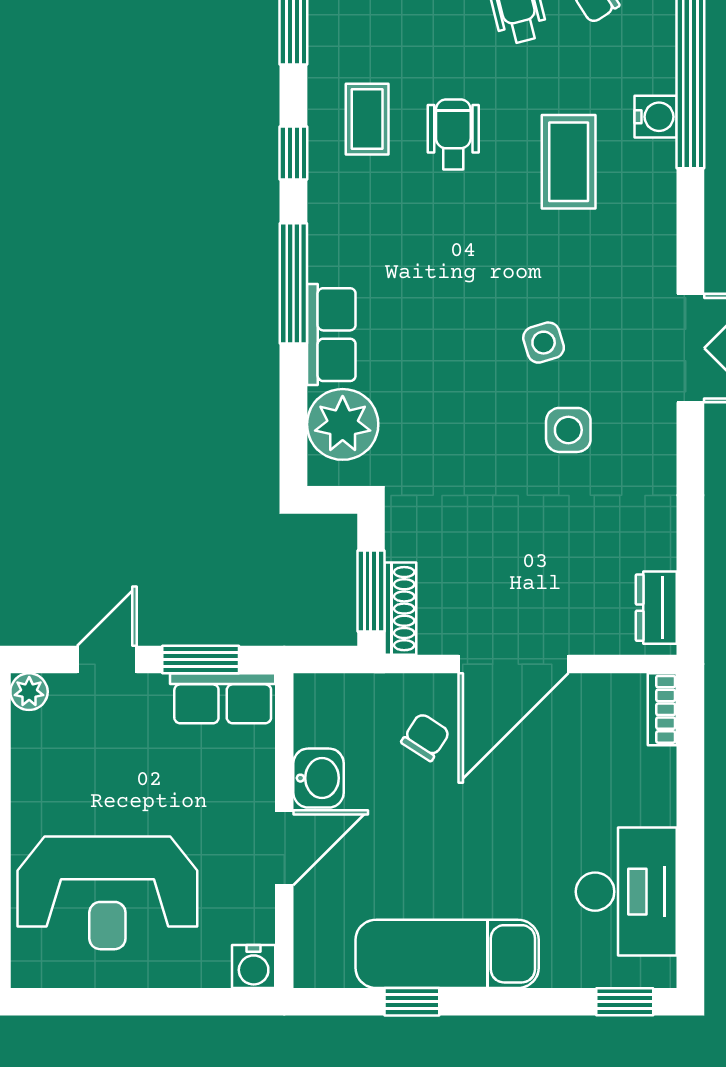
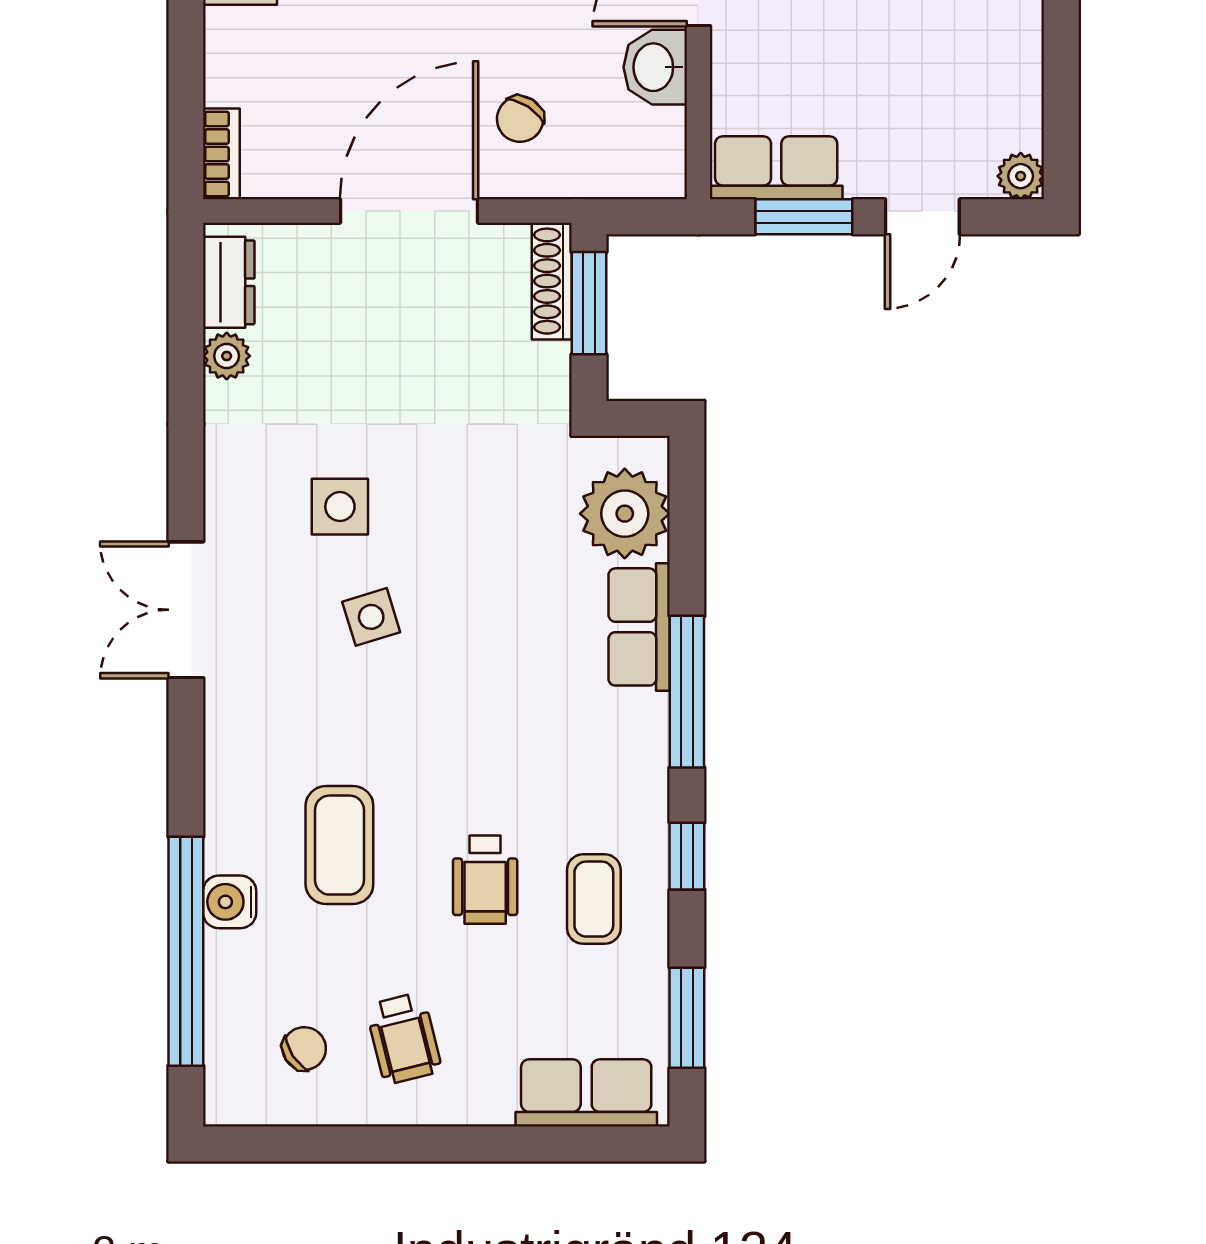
plant: (658, 549) -> (227, 356), added

